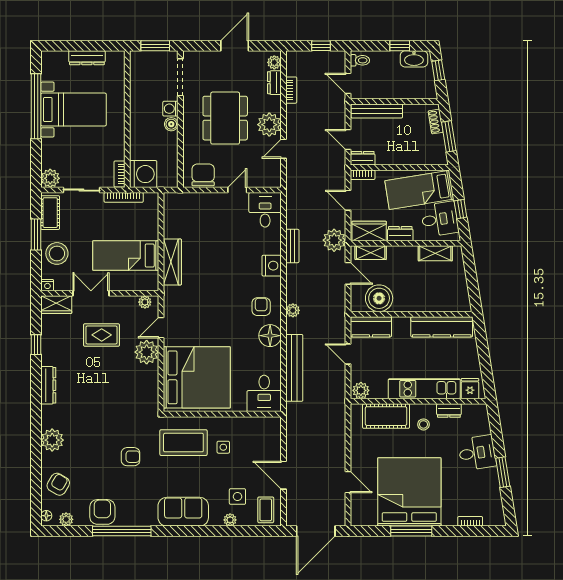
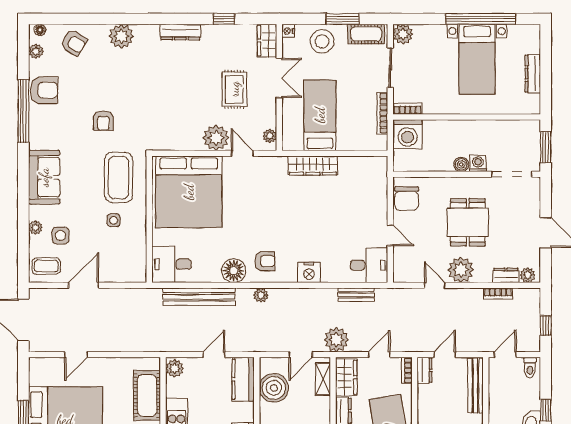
dining table: (225, 118) -> (468, 222), width x0.73
chair: (203, 175) -> (407, 199), turned 90
bench: (292, 246) -> (356, 295), moved

